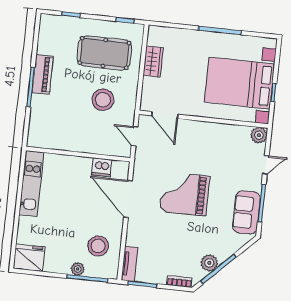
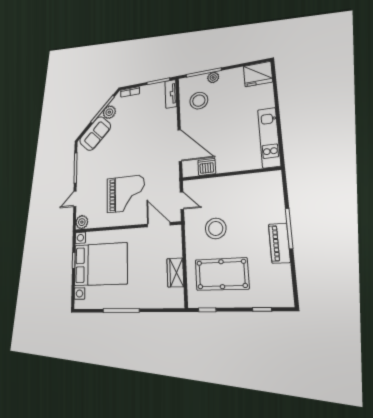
grand piano: (185, 194) -> (126, 194), moved
sofa: (246, 212) -> (95, 134), moved, turned 45

